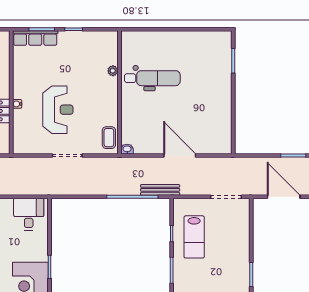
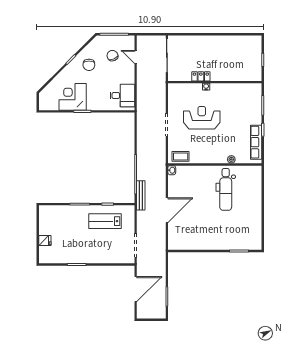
row of seats: (35, 38) -> (256, 142), moved
reception desk: (58, 110) -> (202, 118), turned 180

